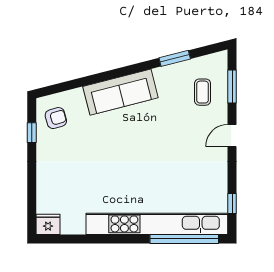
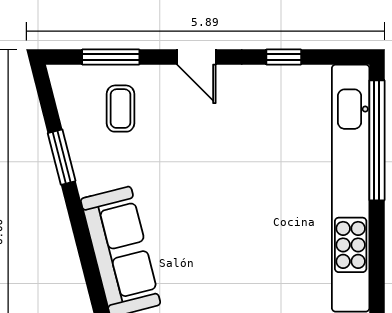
coffee table: (203, 92) -> (121, 109), turned 90
window: (232, 204) -> (284, 57), moved

